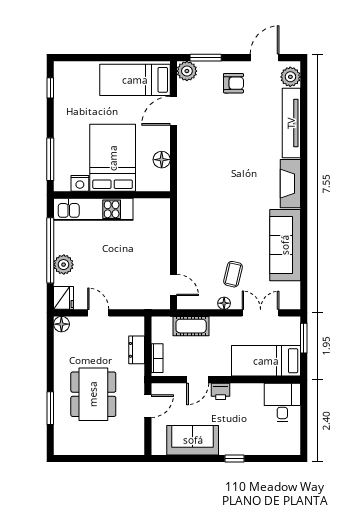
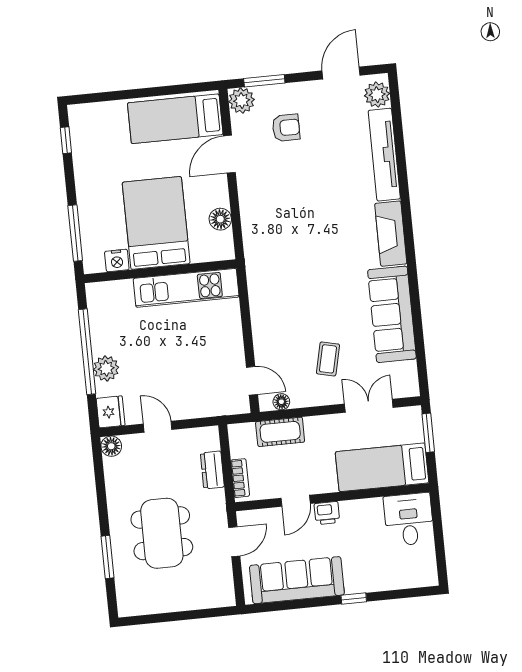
armchair: (233, 83) -> (286, 128), moved
kitchen unit: (93, 209) -> (186, 288), moved
floor lamp: (224, 303) -> (281, 402), moved
sofa: (193, 440) -> (297, 580), width x1.36

